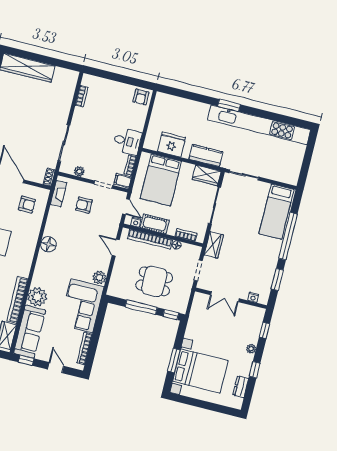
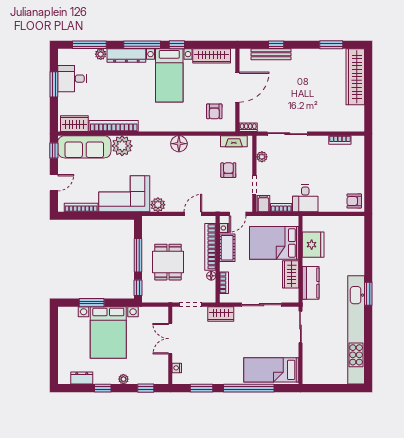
wardrobe: (207, 175) -> (291, 274), moved
bed with nightstands: (200, 371) -> (108, 332), moved

